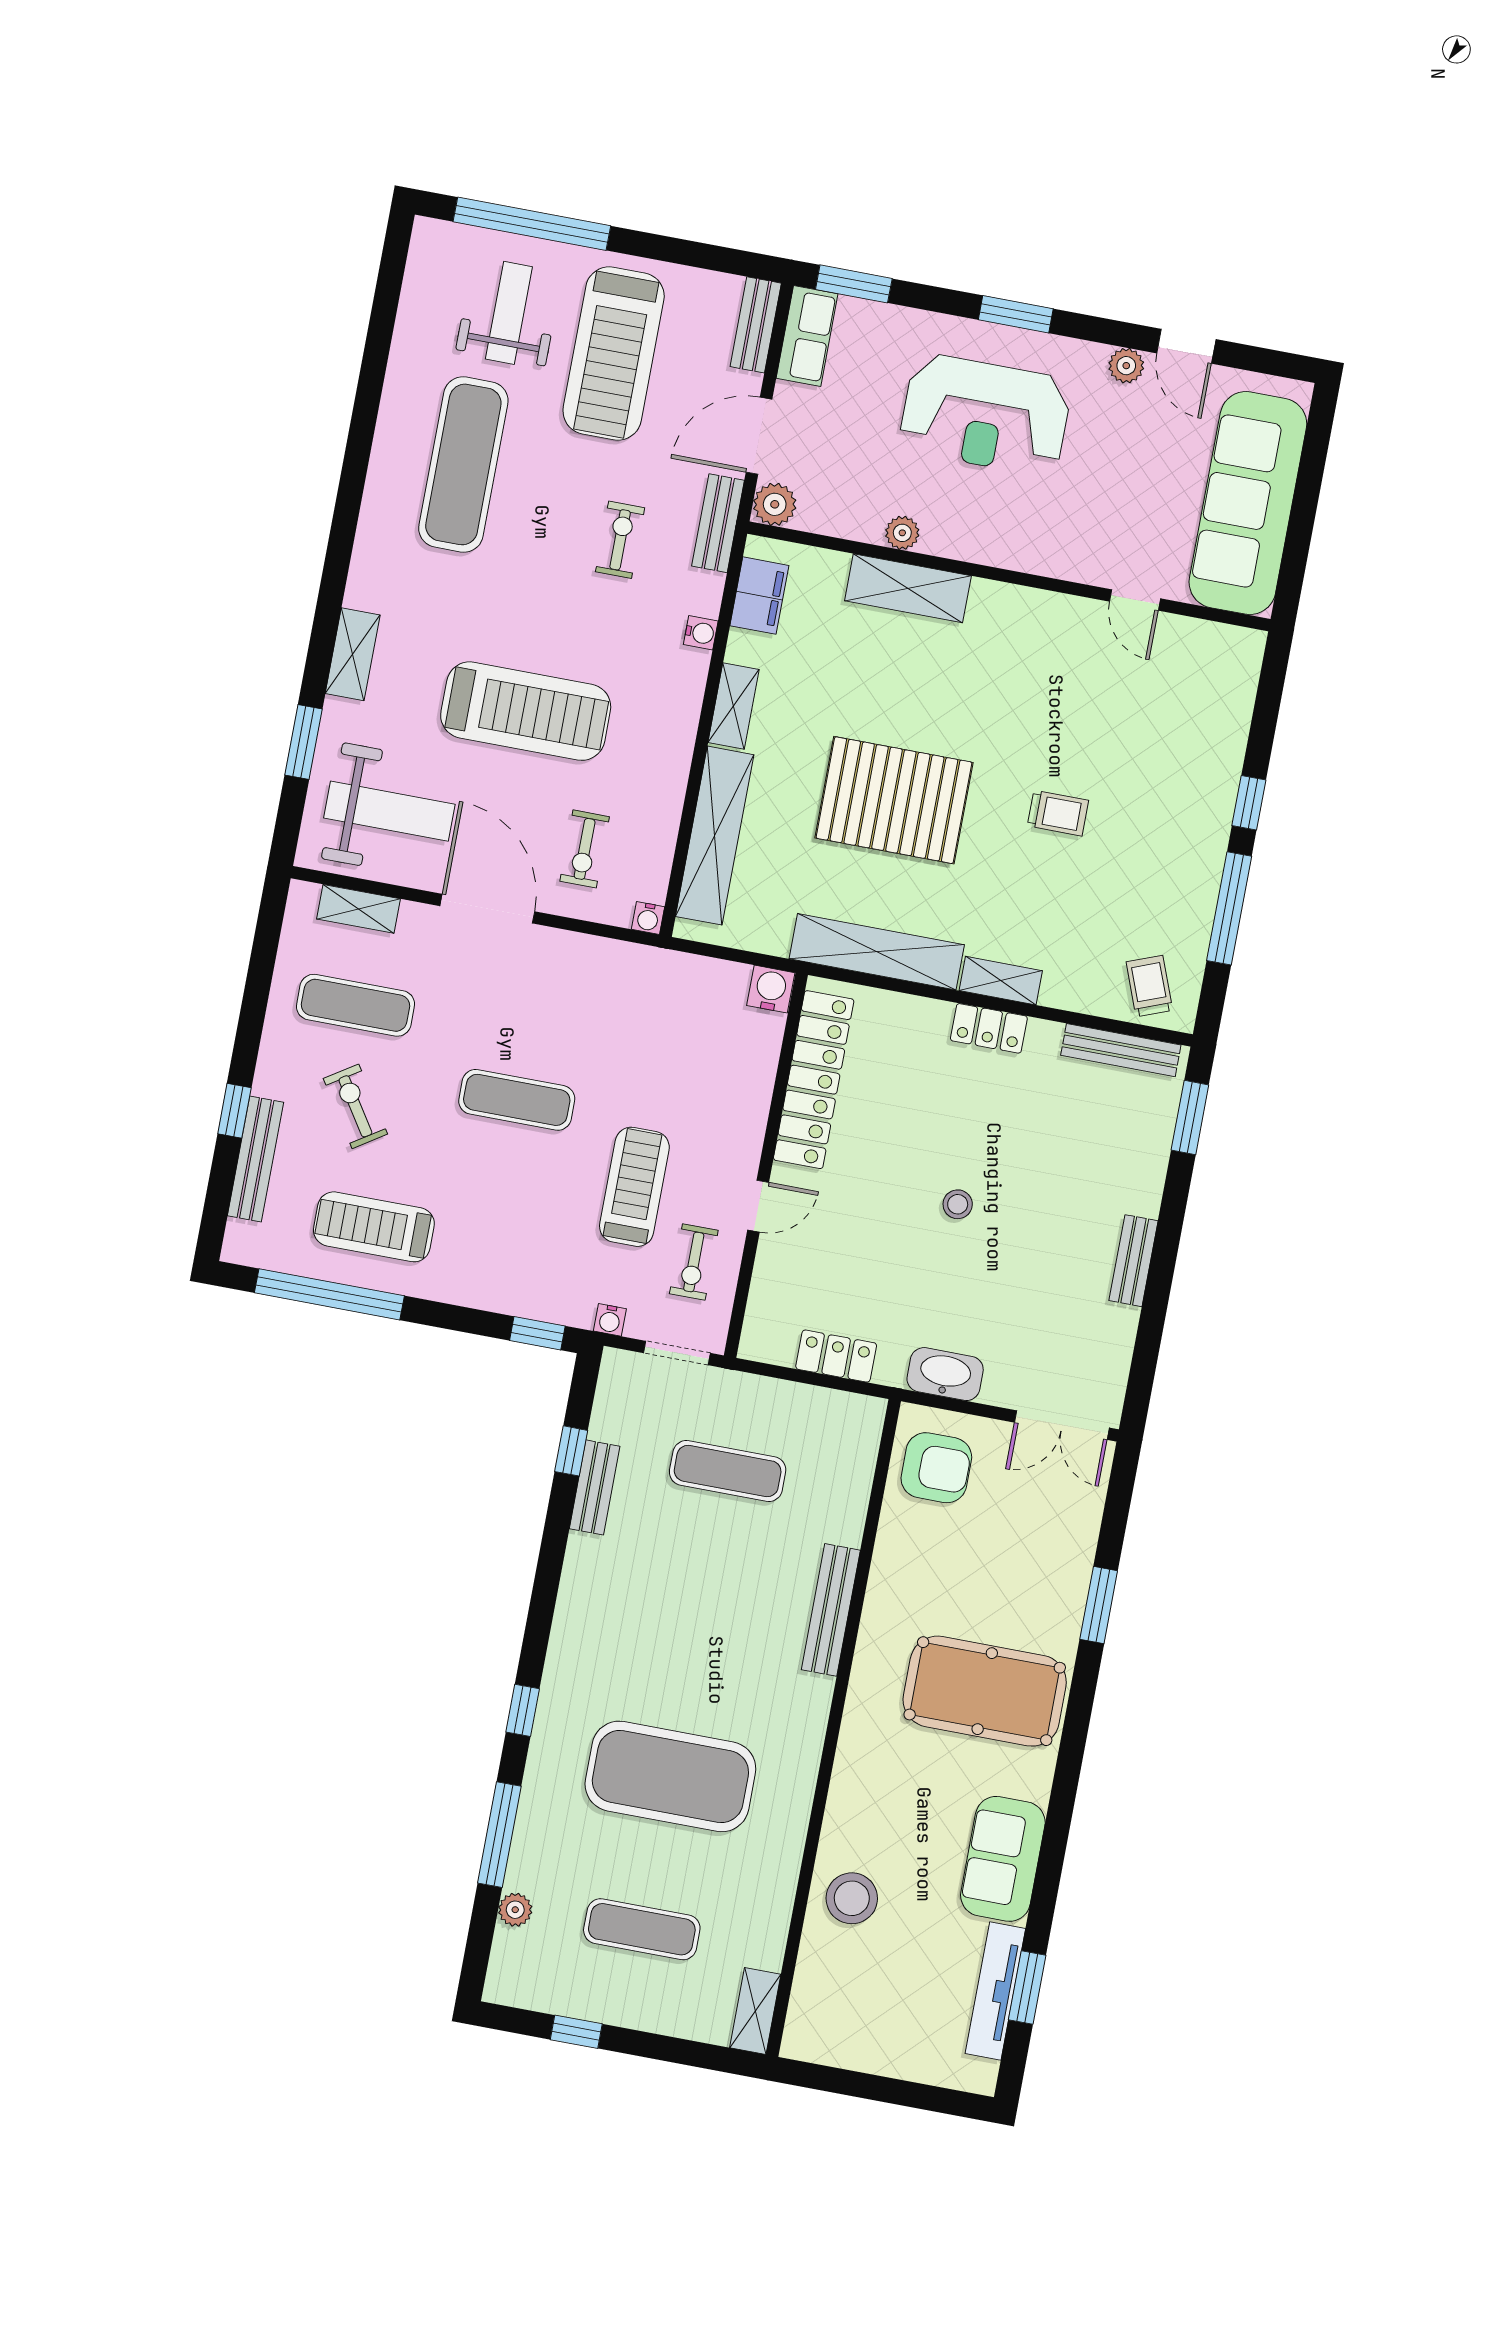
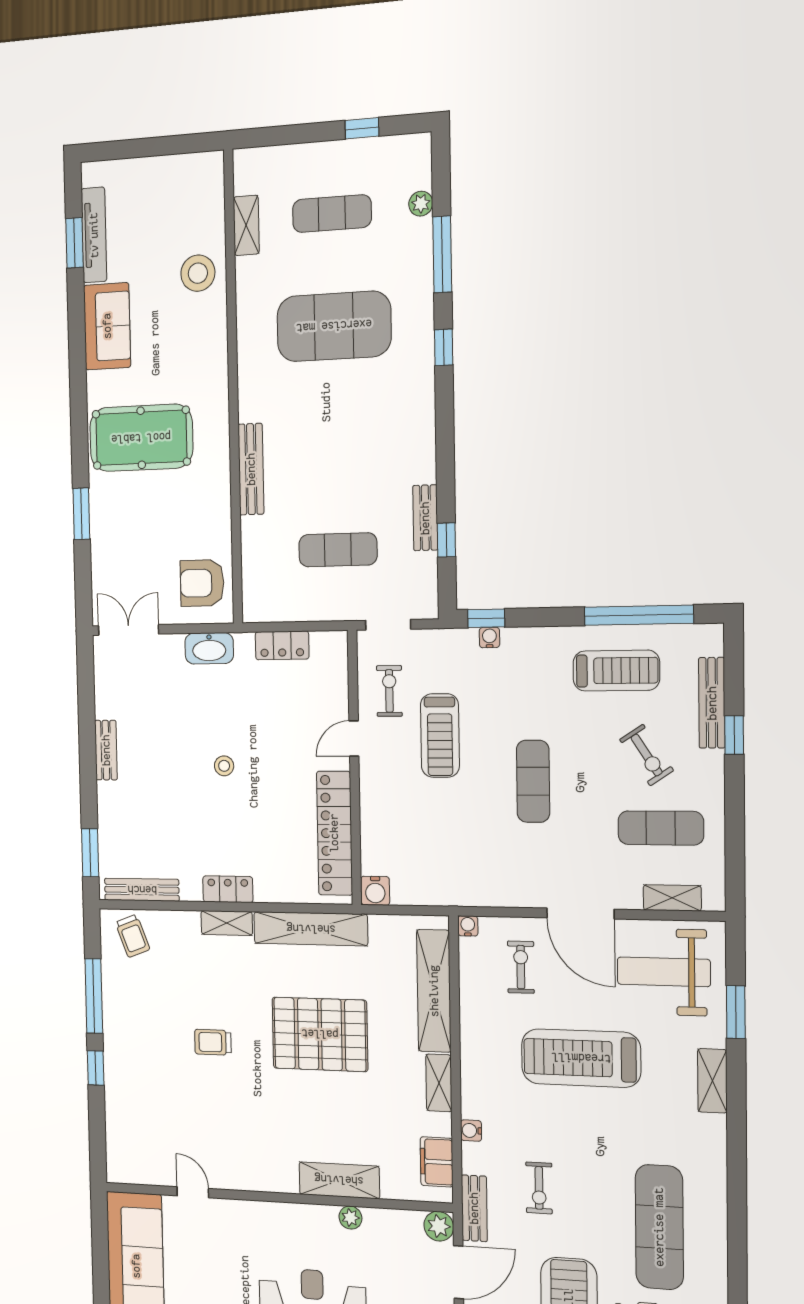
exercise mat: (517, 1100) -> (533, 781), turned 90
water cooler: (610, 1320) -> (489, 638), moved
shelving: (755, 2011) -> (246, 225), moved

